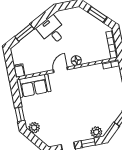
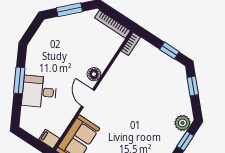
desk: (52, 30) -> (39, 92), moved
window: (24, 33) -> (19, 80), moved

